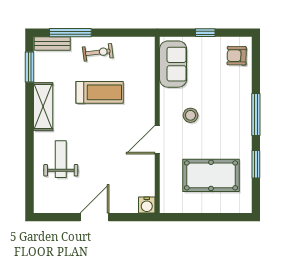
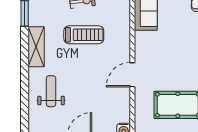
stool: (190, 115) -> (160, 54), removed

